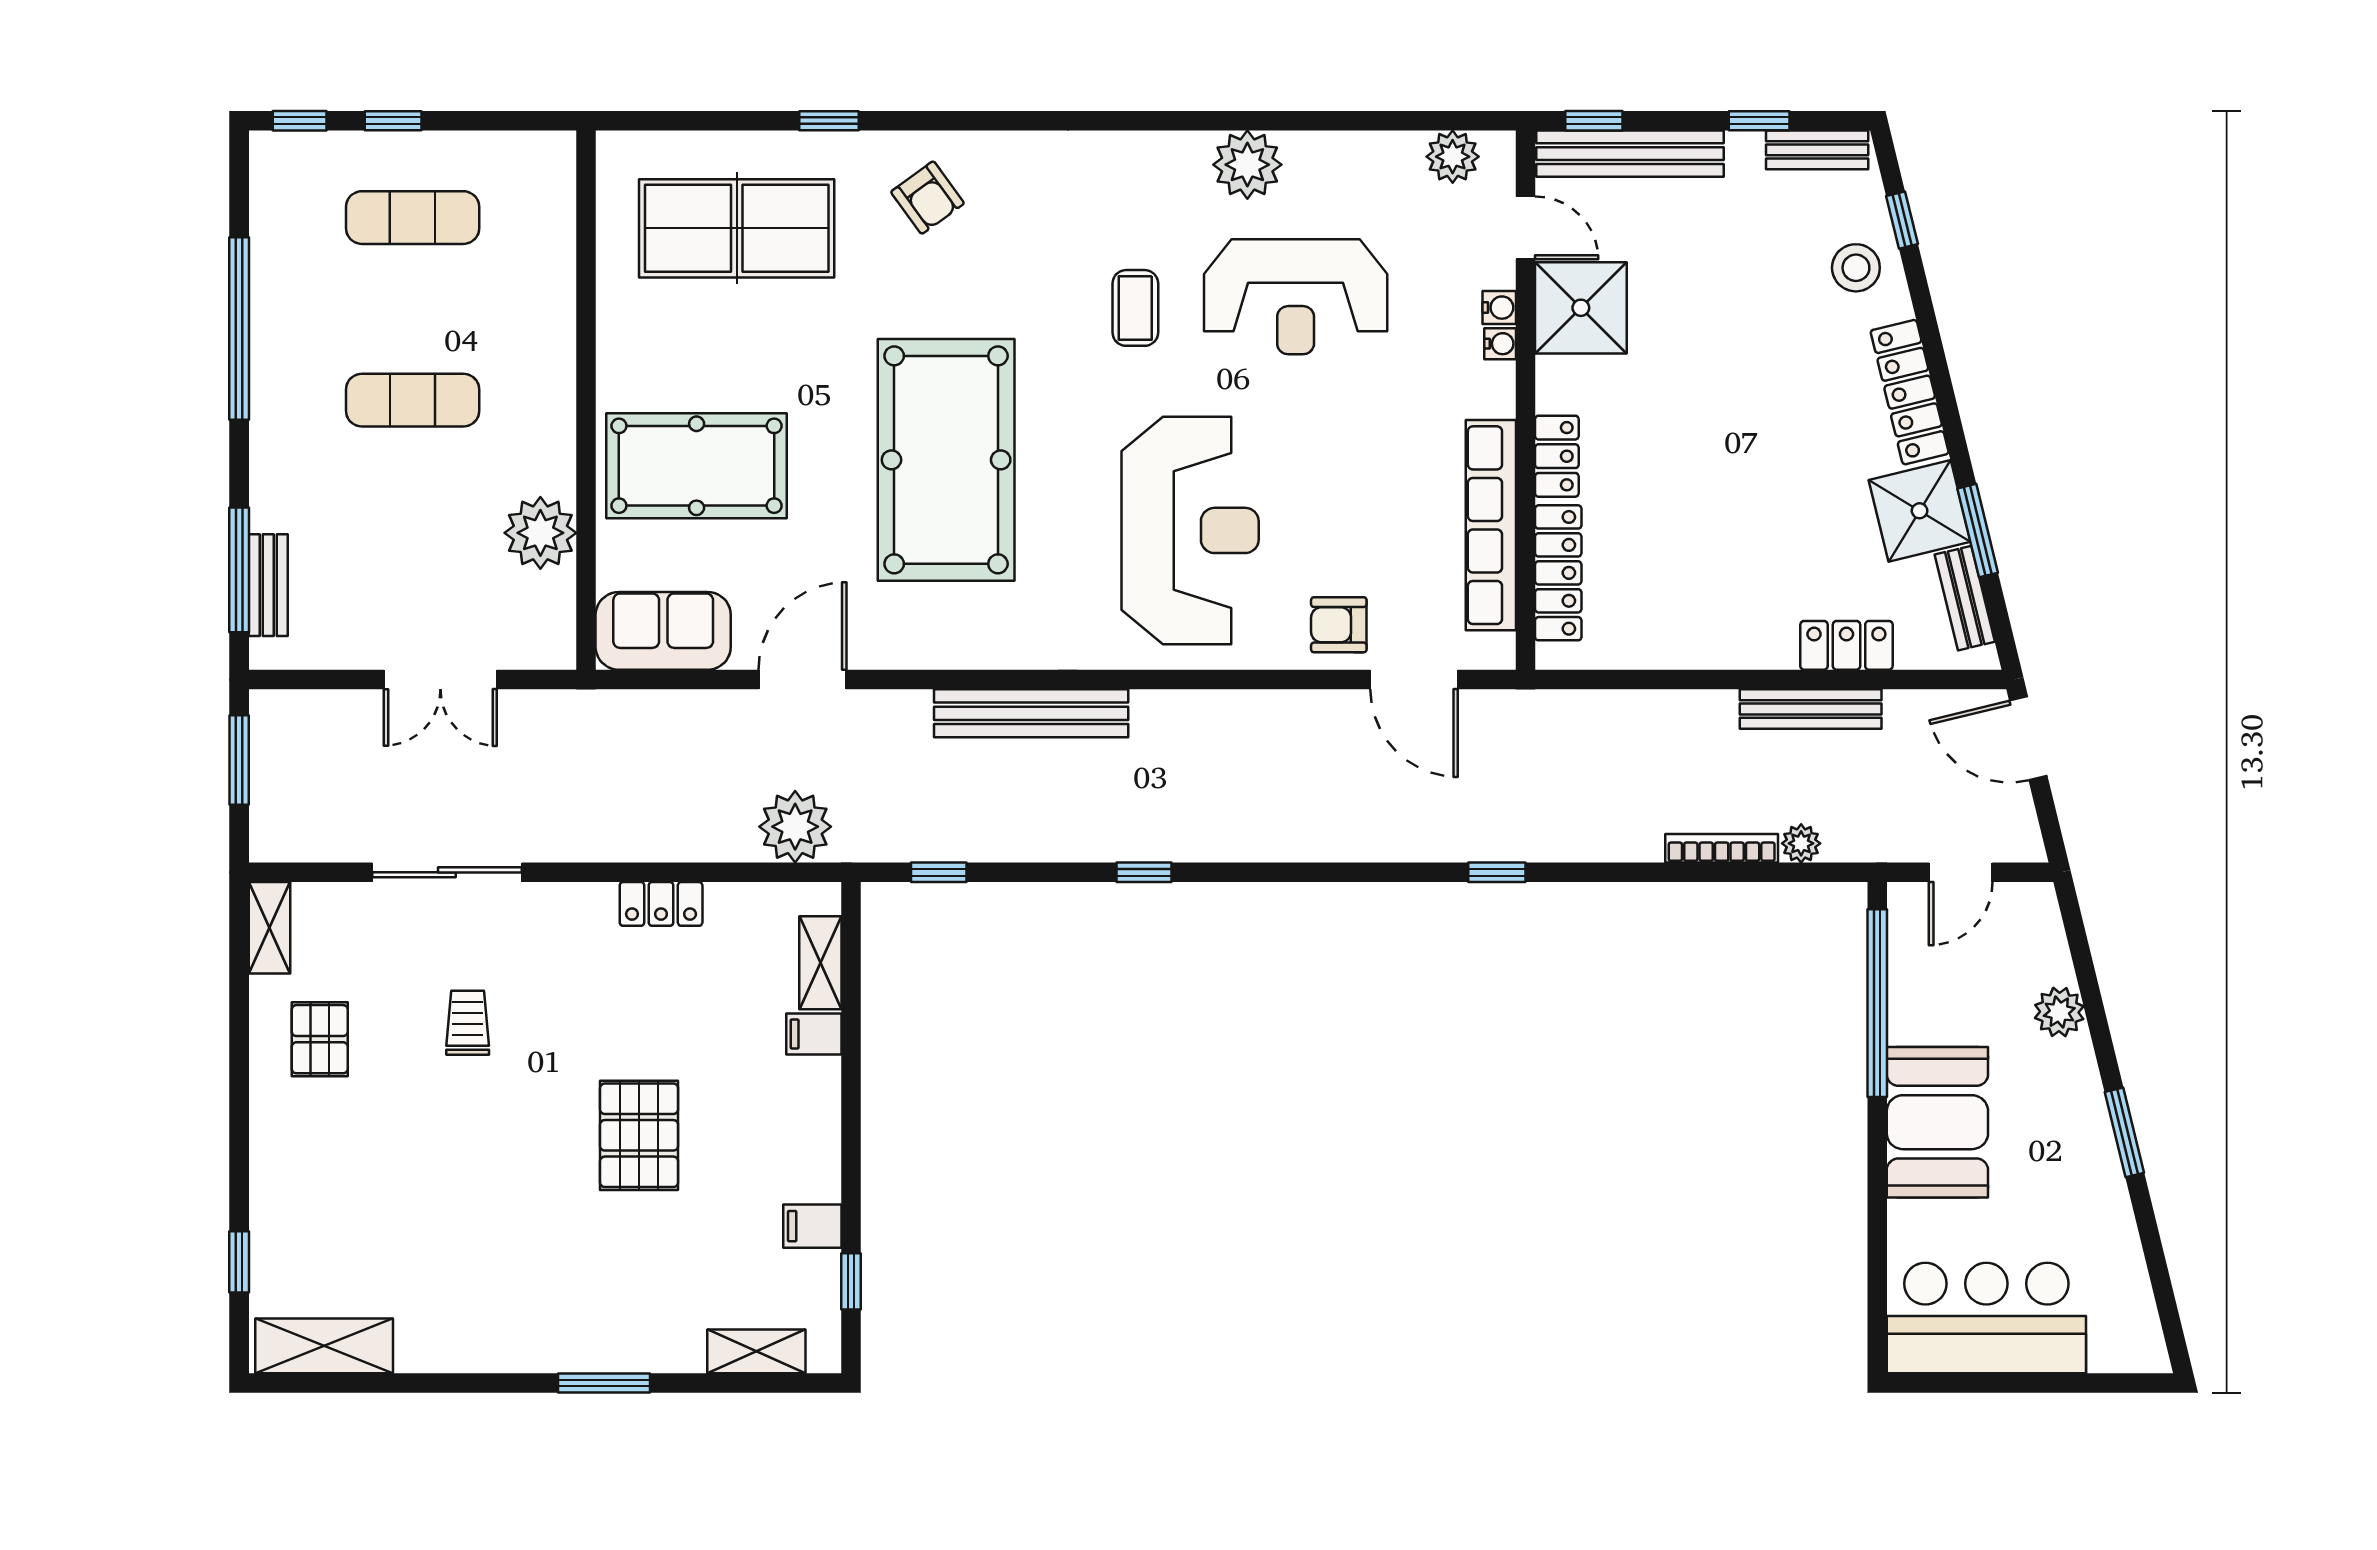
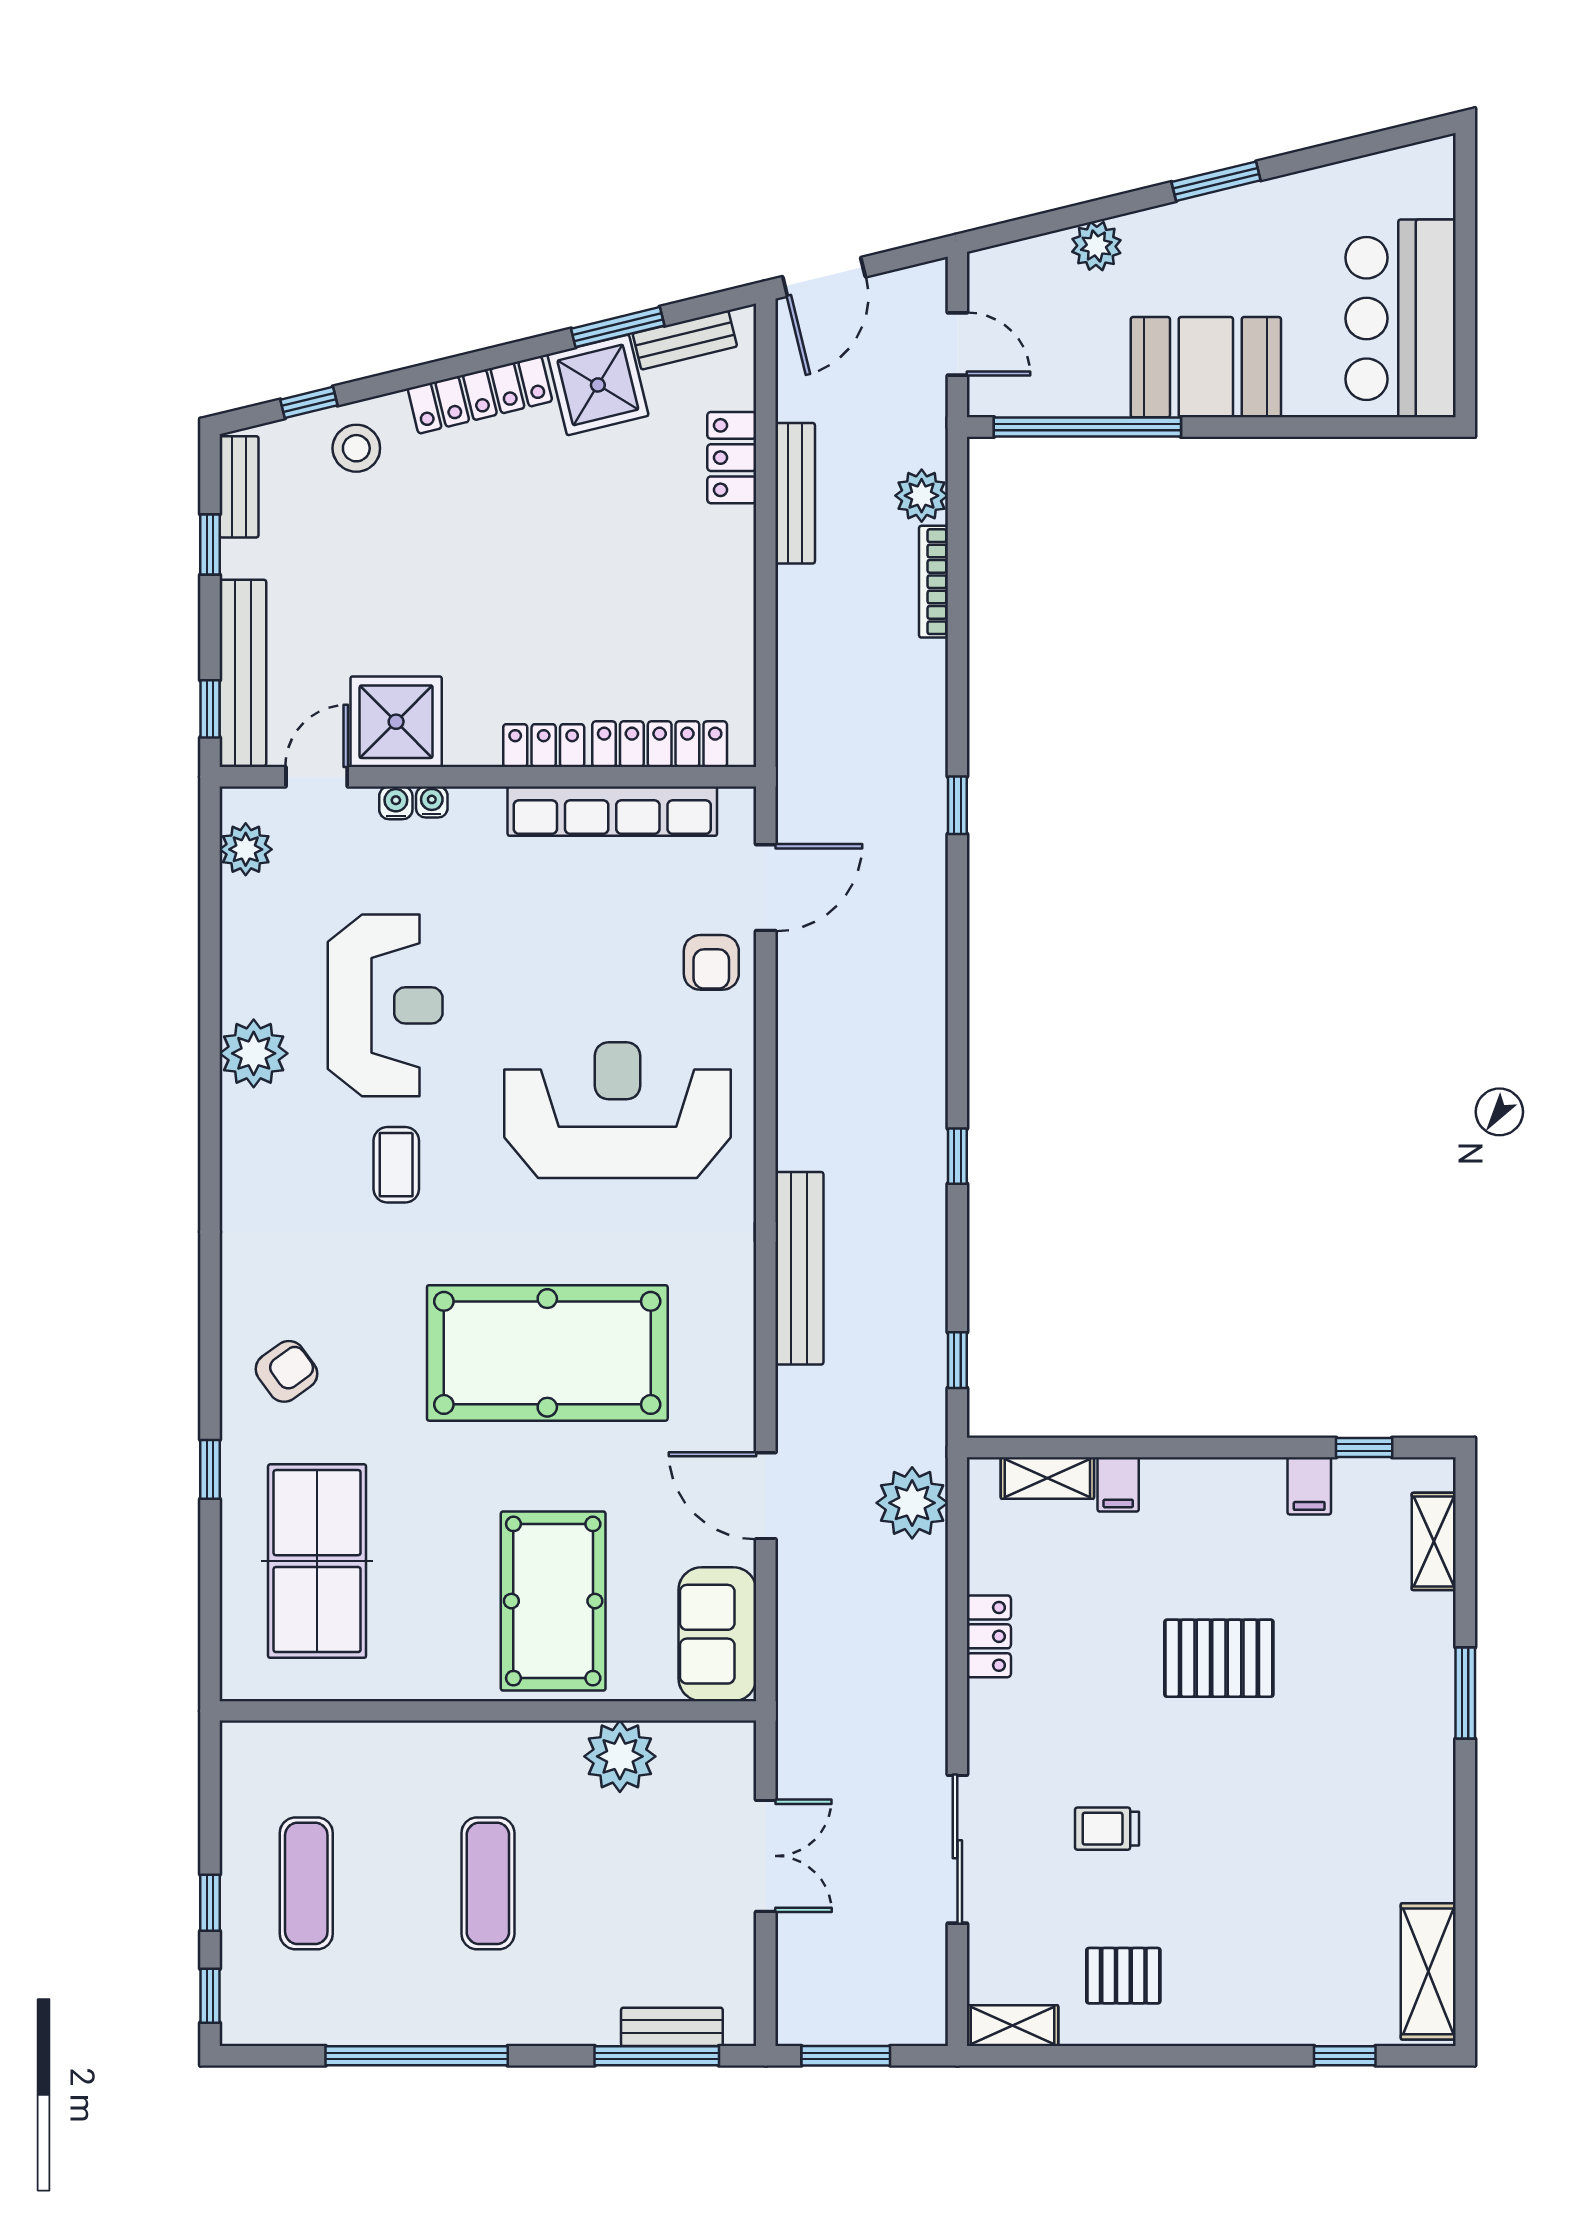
coffee table: (1135, 308) -> (396, 1165), turned 90
plant: (1801, 843) -> (922, 496), width x1.38, depth x1.38

